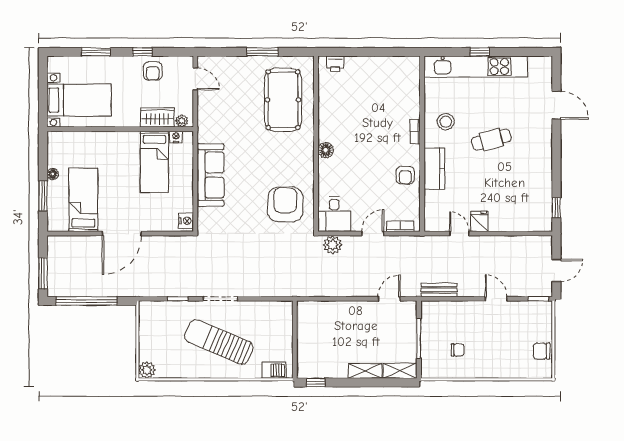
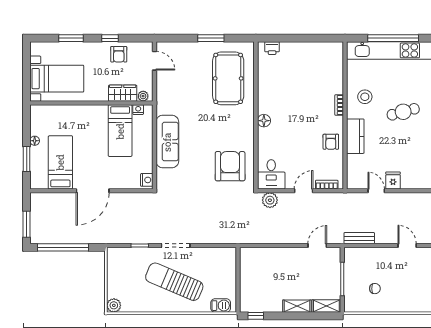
window: (479, 52) -> (393, 38), width x3.17

